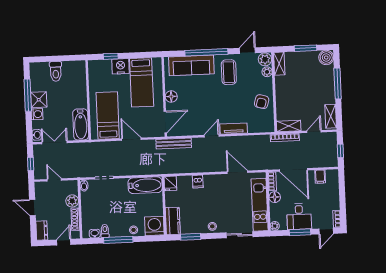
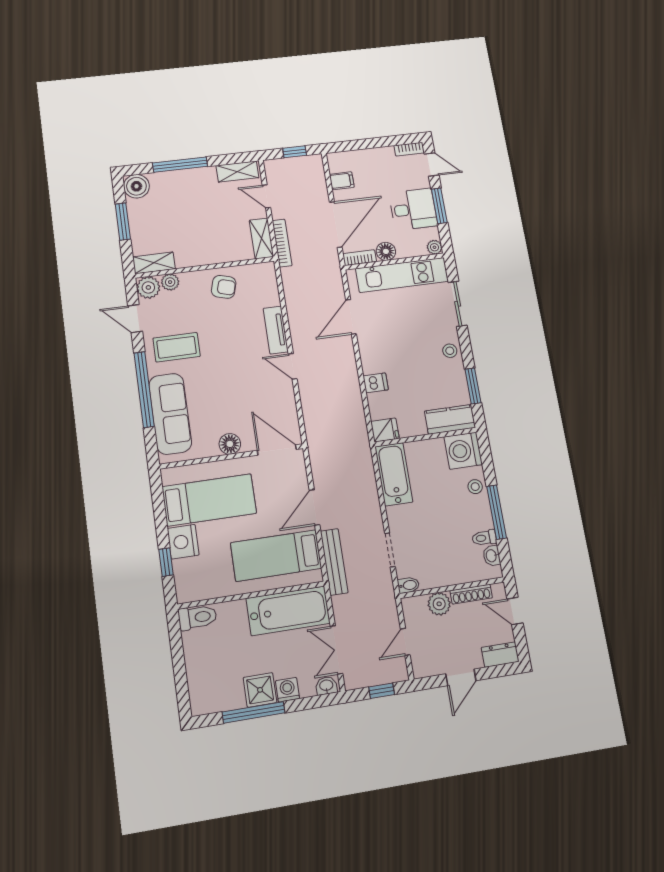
toilet: (56, 71) -> (197, 617), moved
bathtub: (81, 124) -> (288, 611), width x1.36, depth x1.36
bench: (174, 143) -> (334, 562), moved

